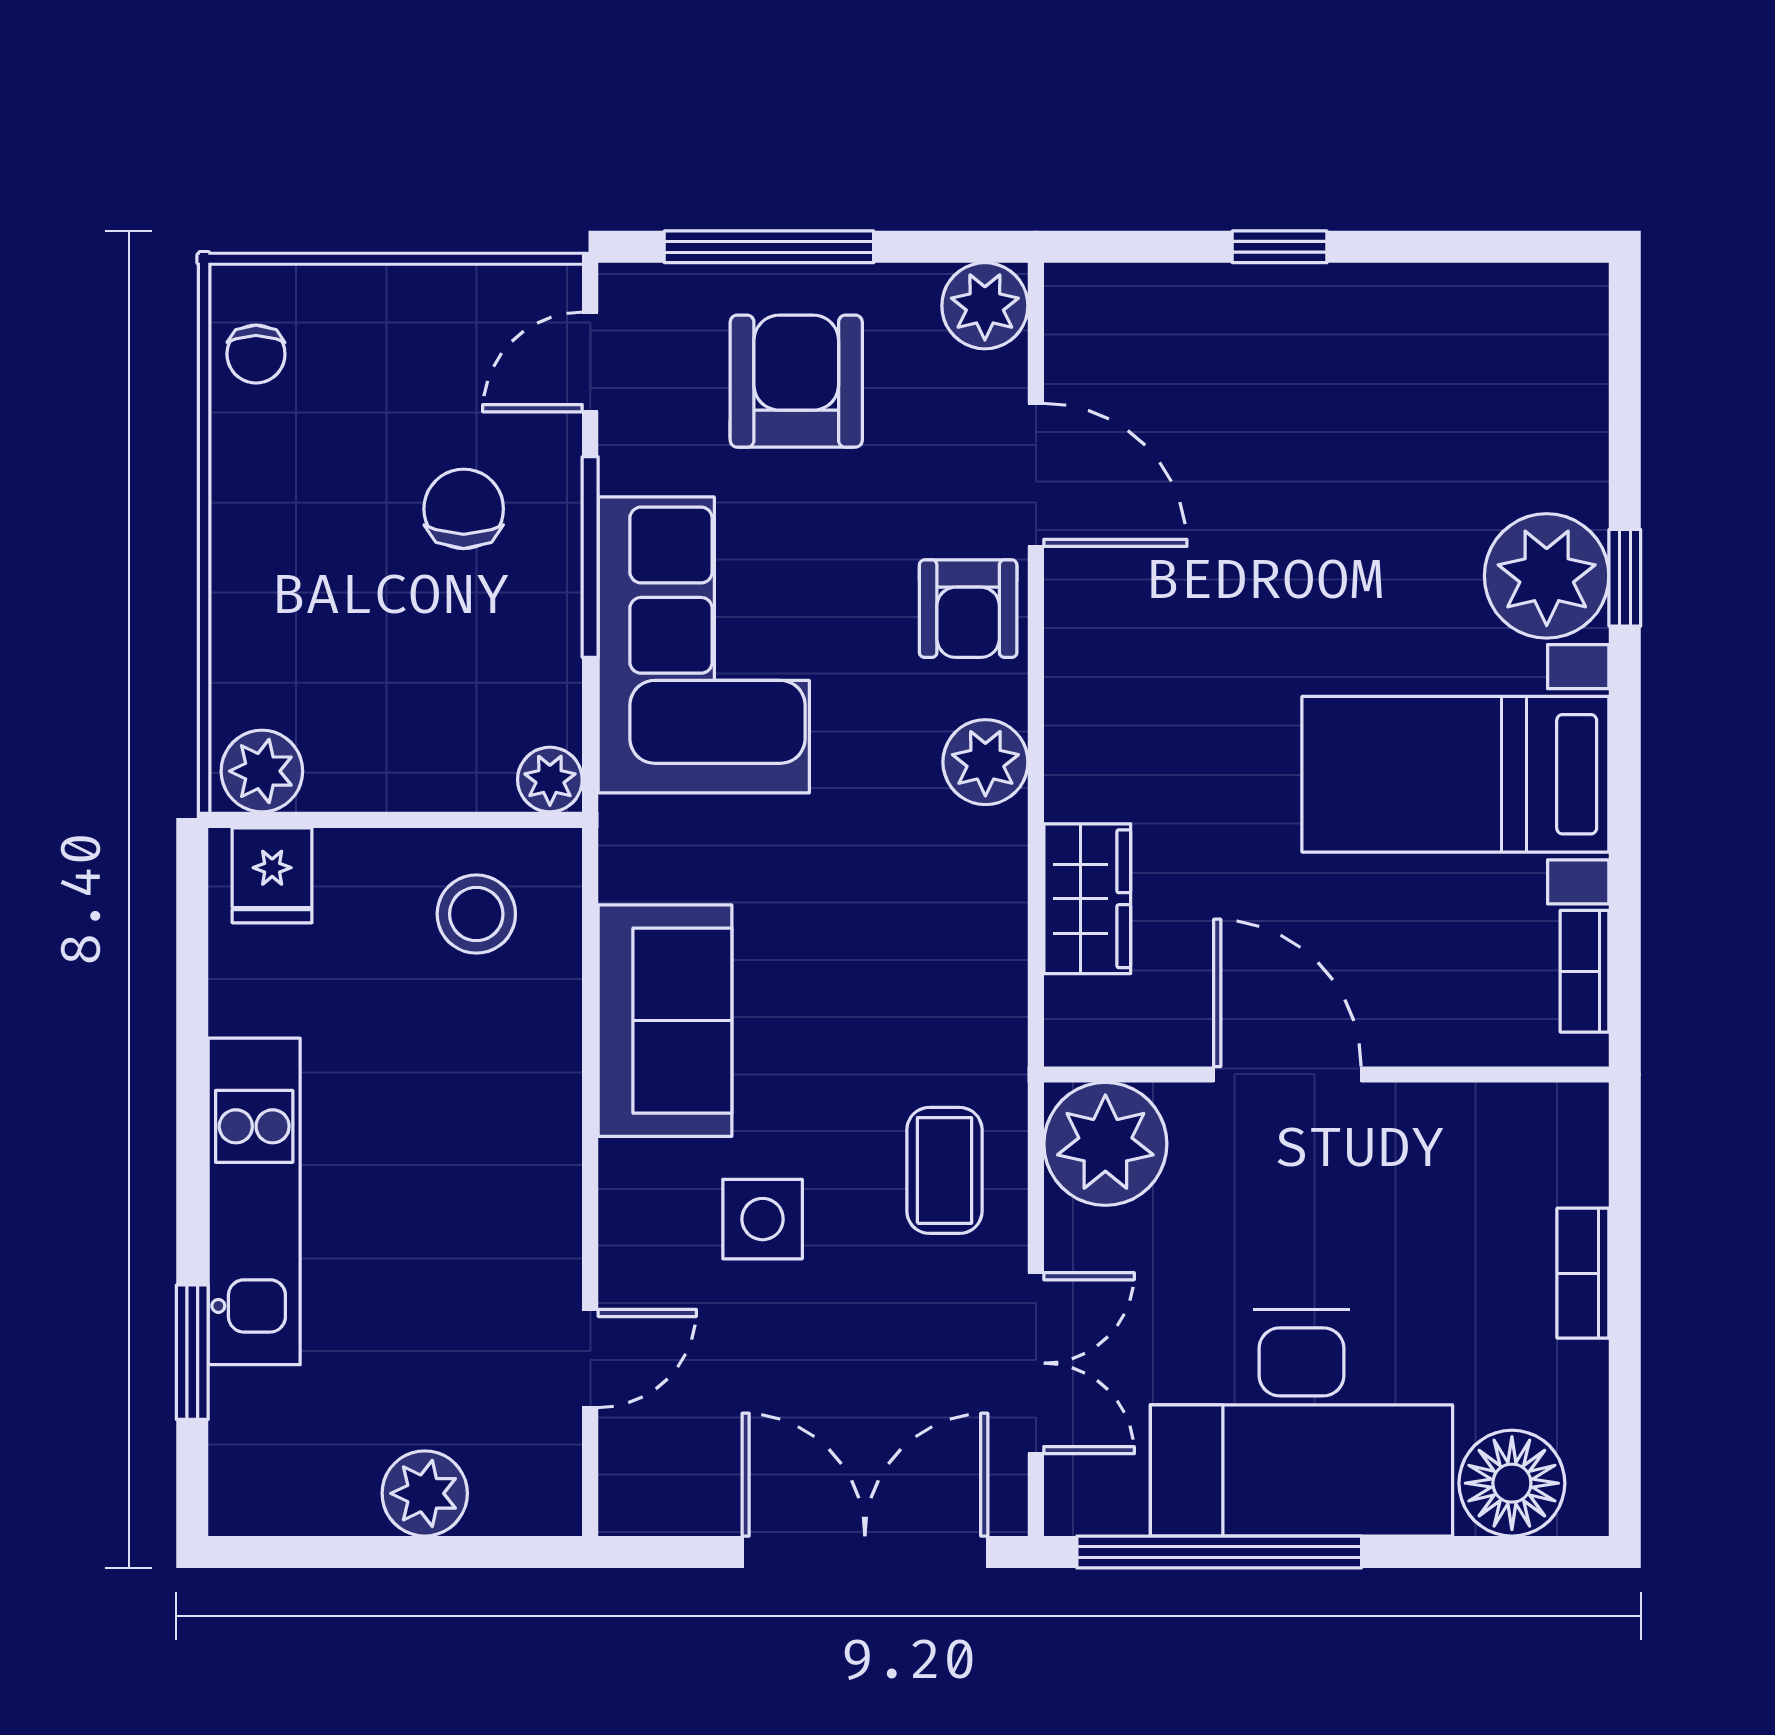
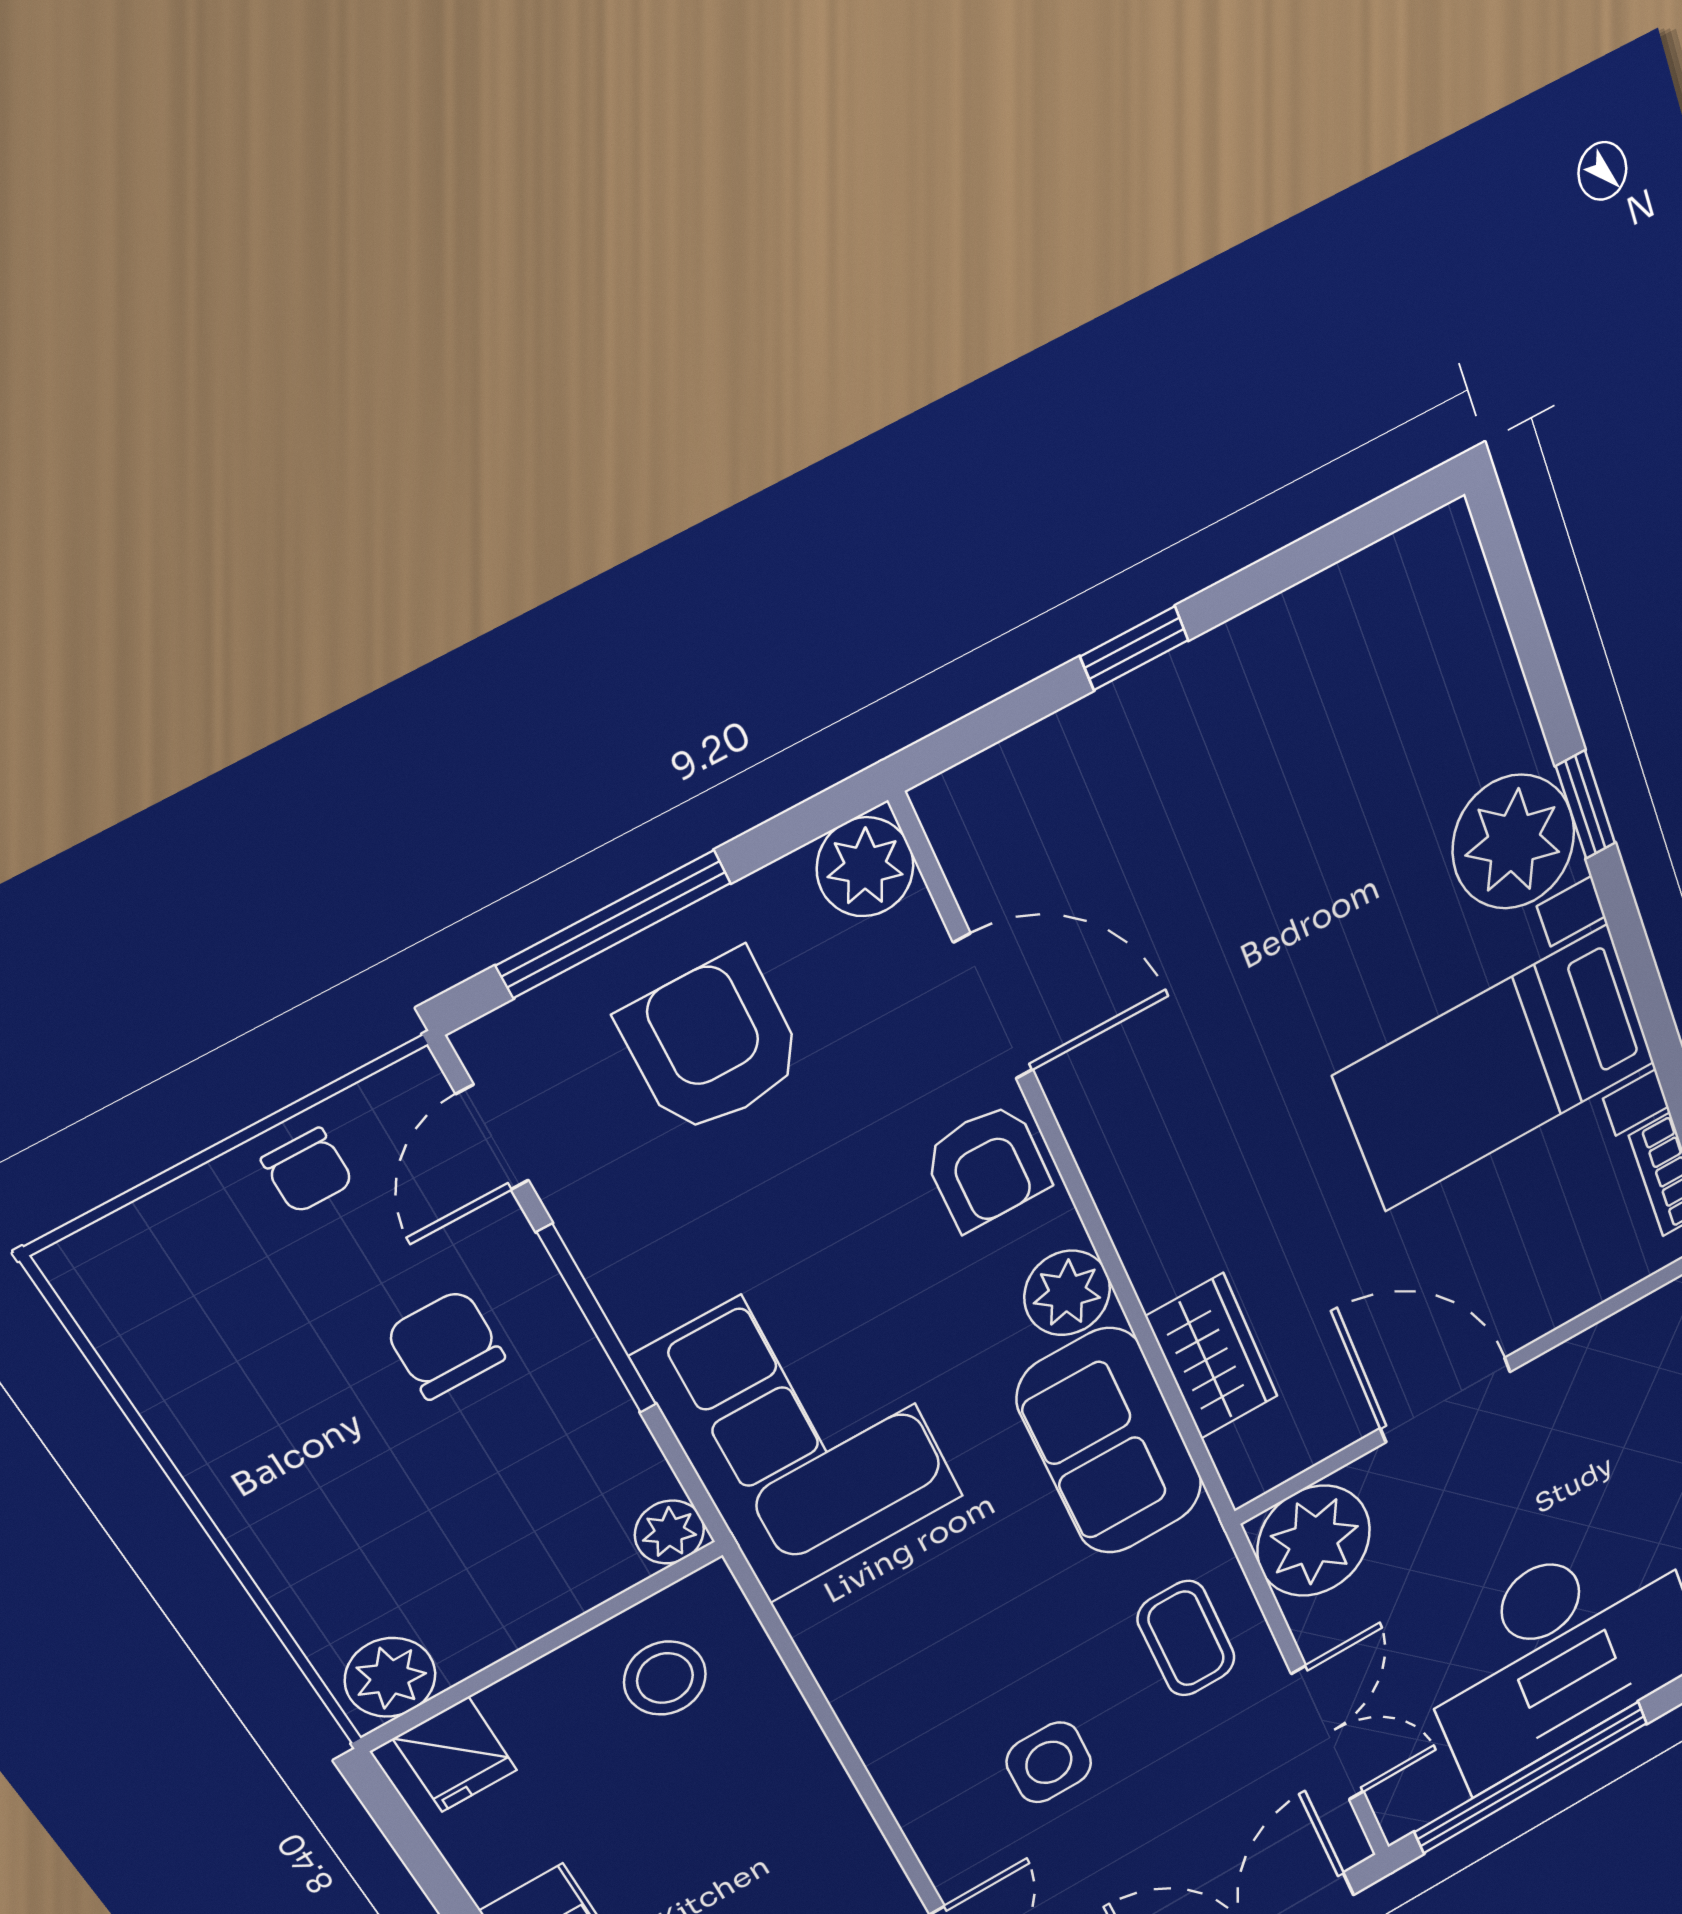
chair: (256, 354) -> (308, 1171), moved
corner sofa: (704, 645) -> (801, 1428), moved
sofa: (665, 1021) -> (1110, 1442), moved, turned 180

